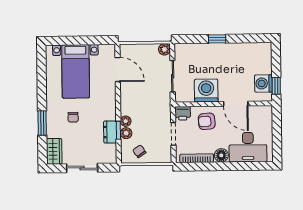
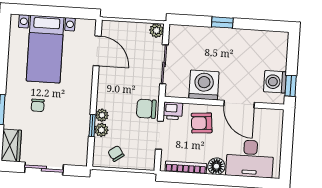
chair: (161, 113) -> (146, 109), added
dresser: (110, 132) -> (82, 127), removed

